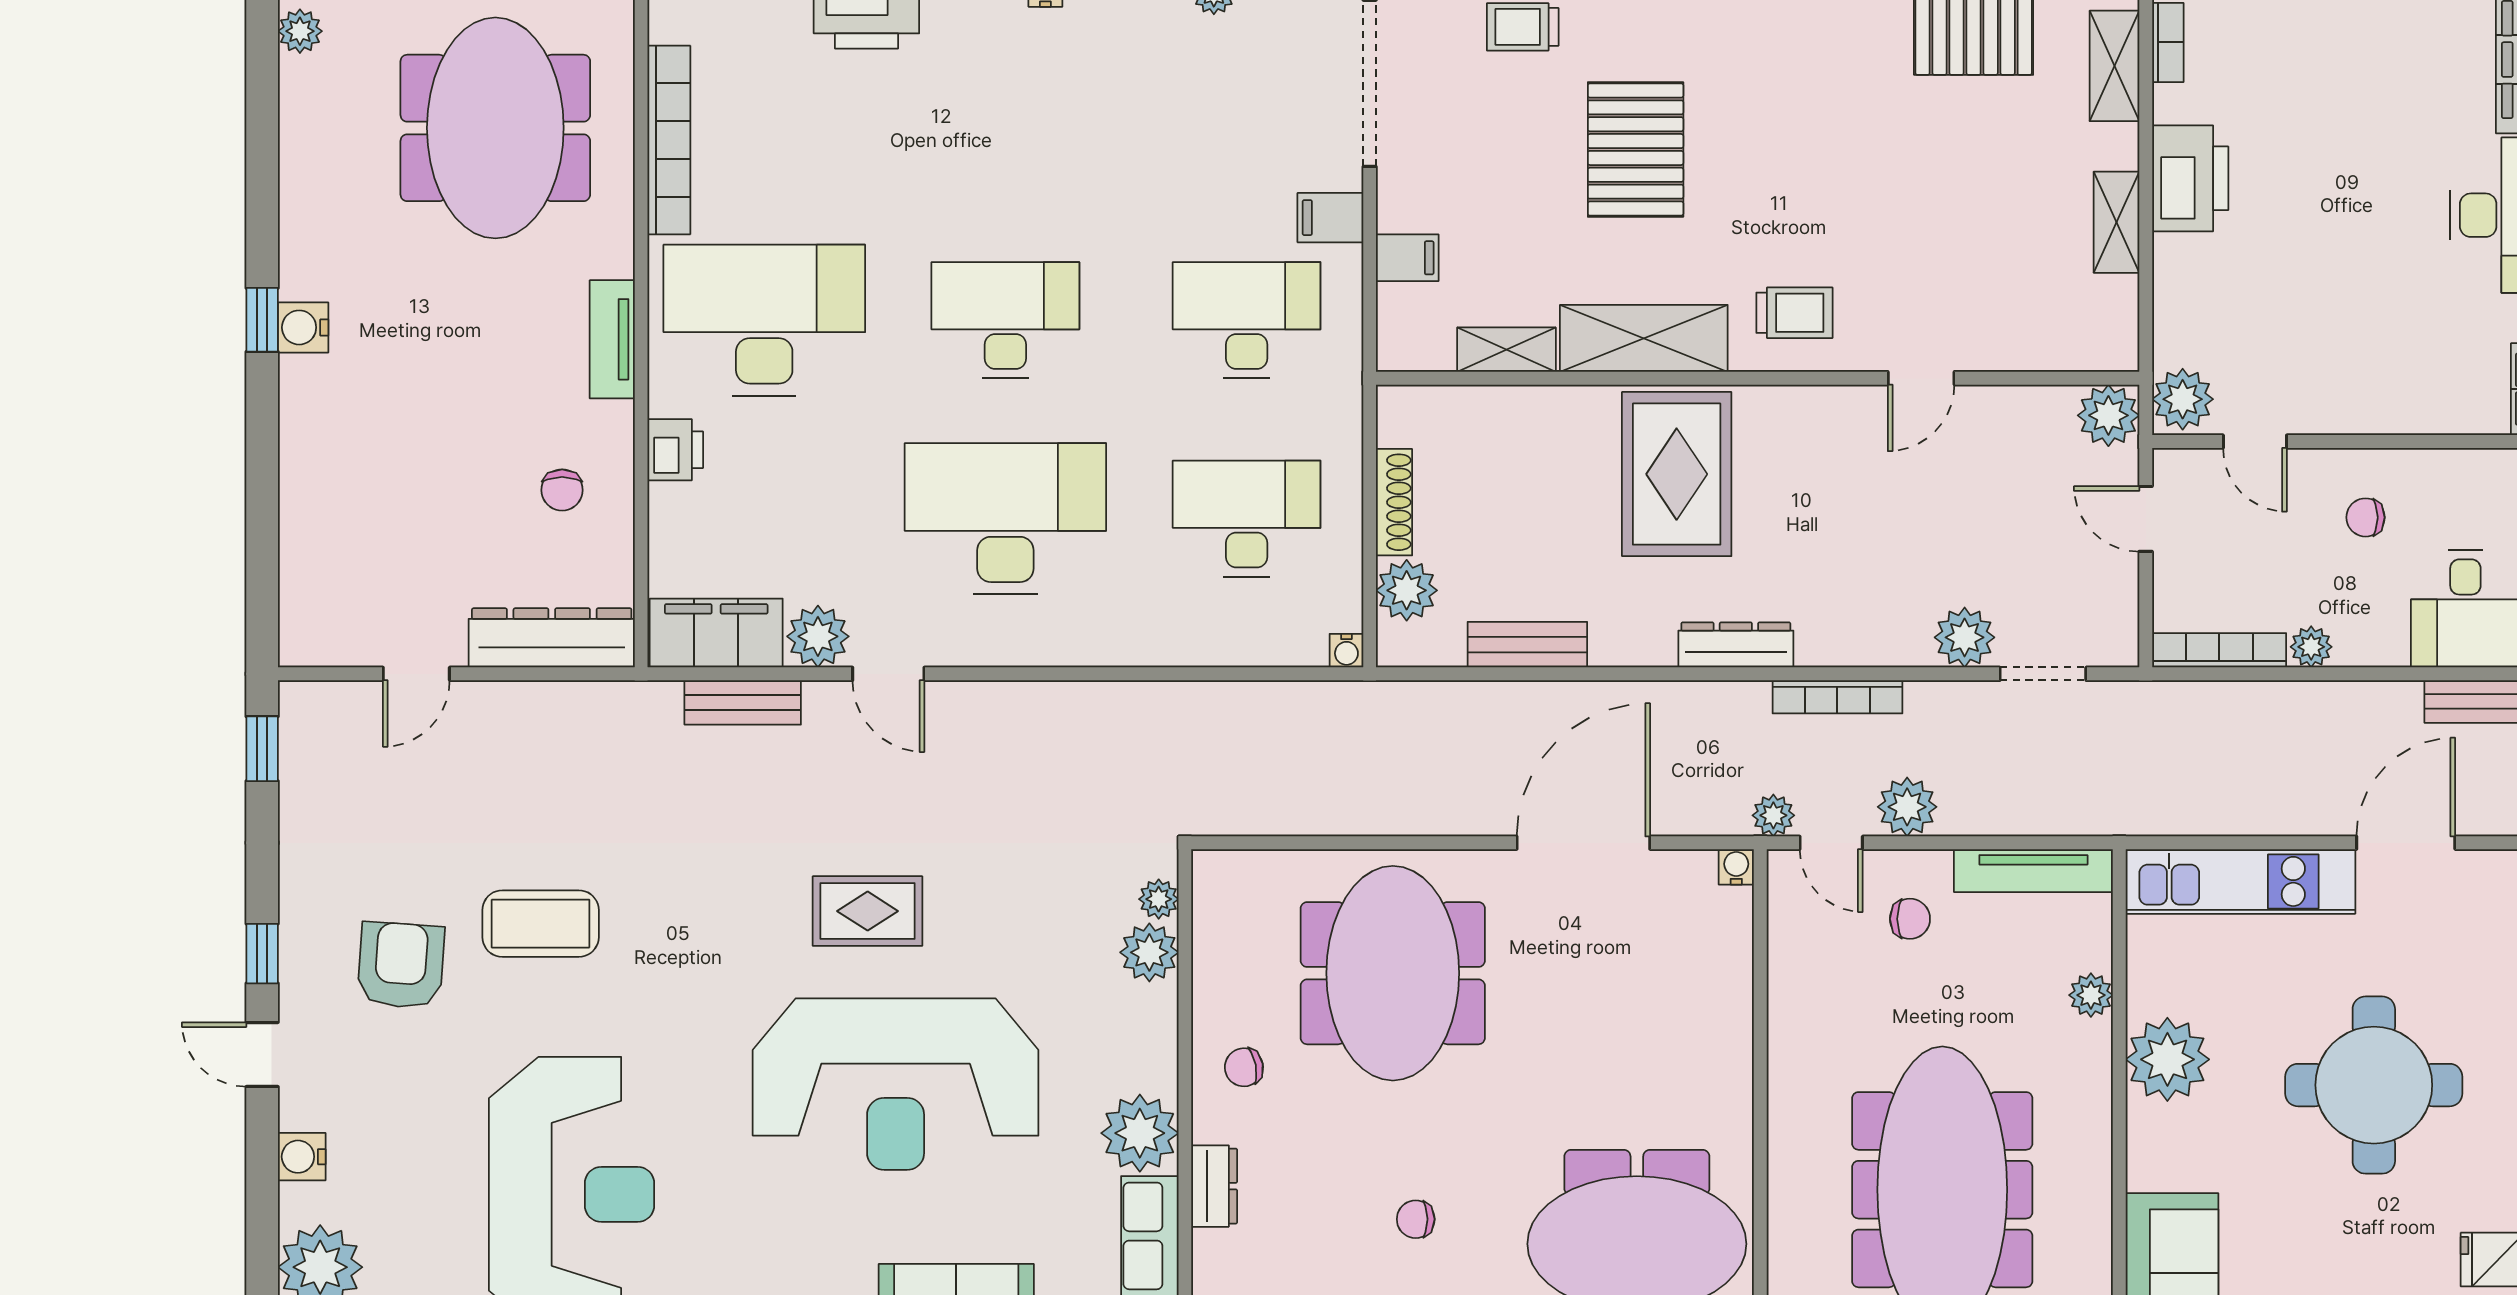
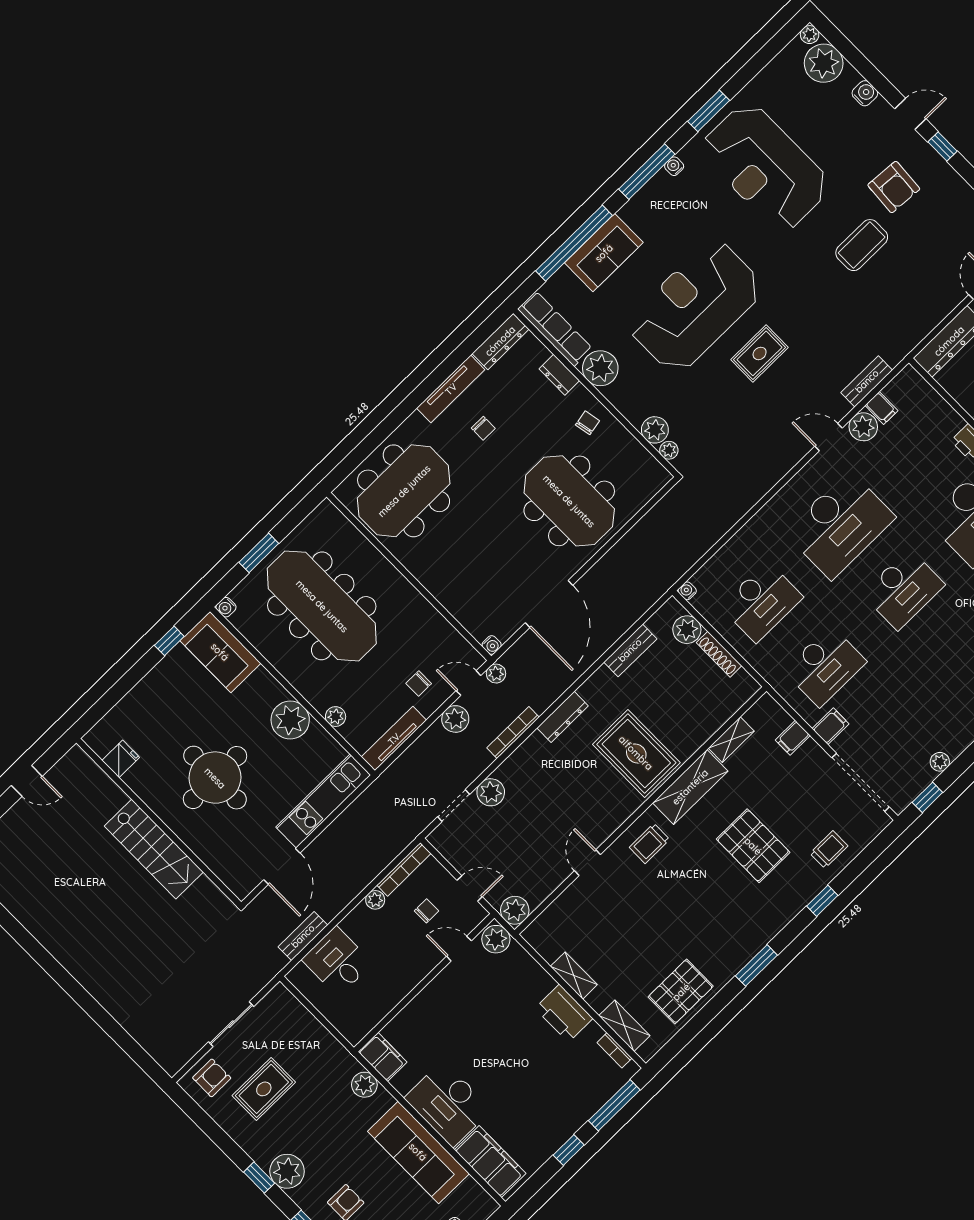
chair: (2366, 517) -> (427, 911), moved
filing cabinet: (716, 633) -> (881, 408), width x0.33, depth x0.86
chair: (1416, 1219) -> (483, 428), turned 90

